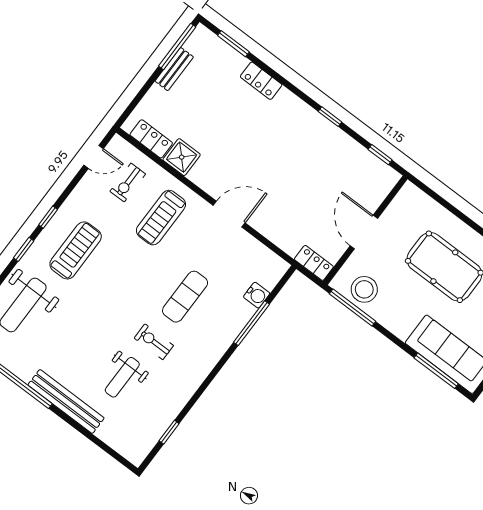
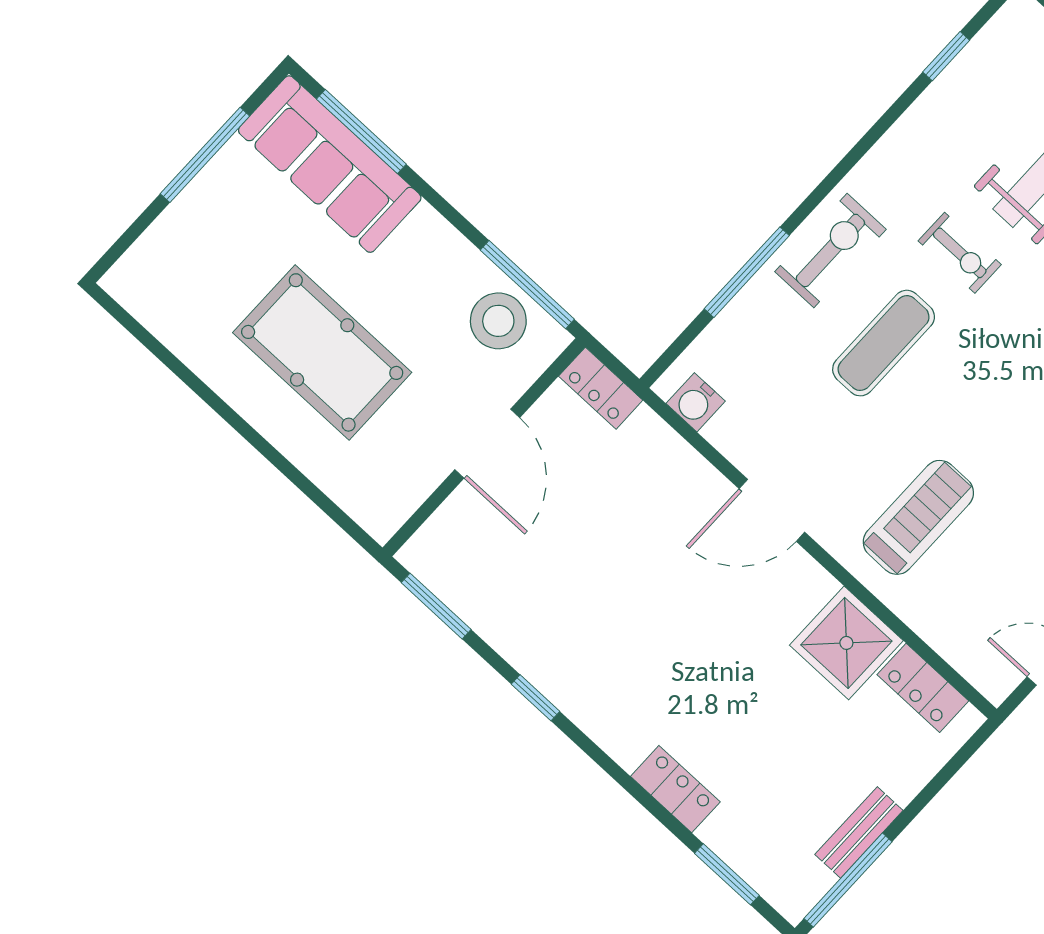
window: (380, 155) -> (436, 606), width x1.50
shower: (182, 157) -> (846, 643), width x1.36, depth x1.36
exercise bike: (128, 183) -> (830, 251), moved, width x1.38, depth x1.39
water cooler: (257, 295) -> (696, 402), moved, turned -90

